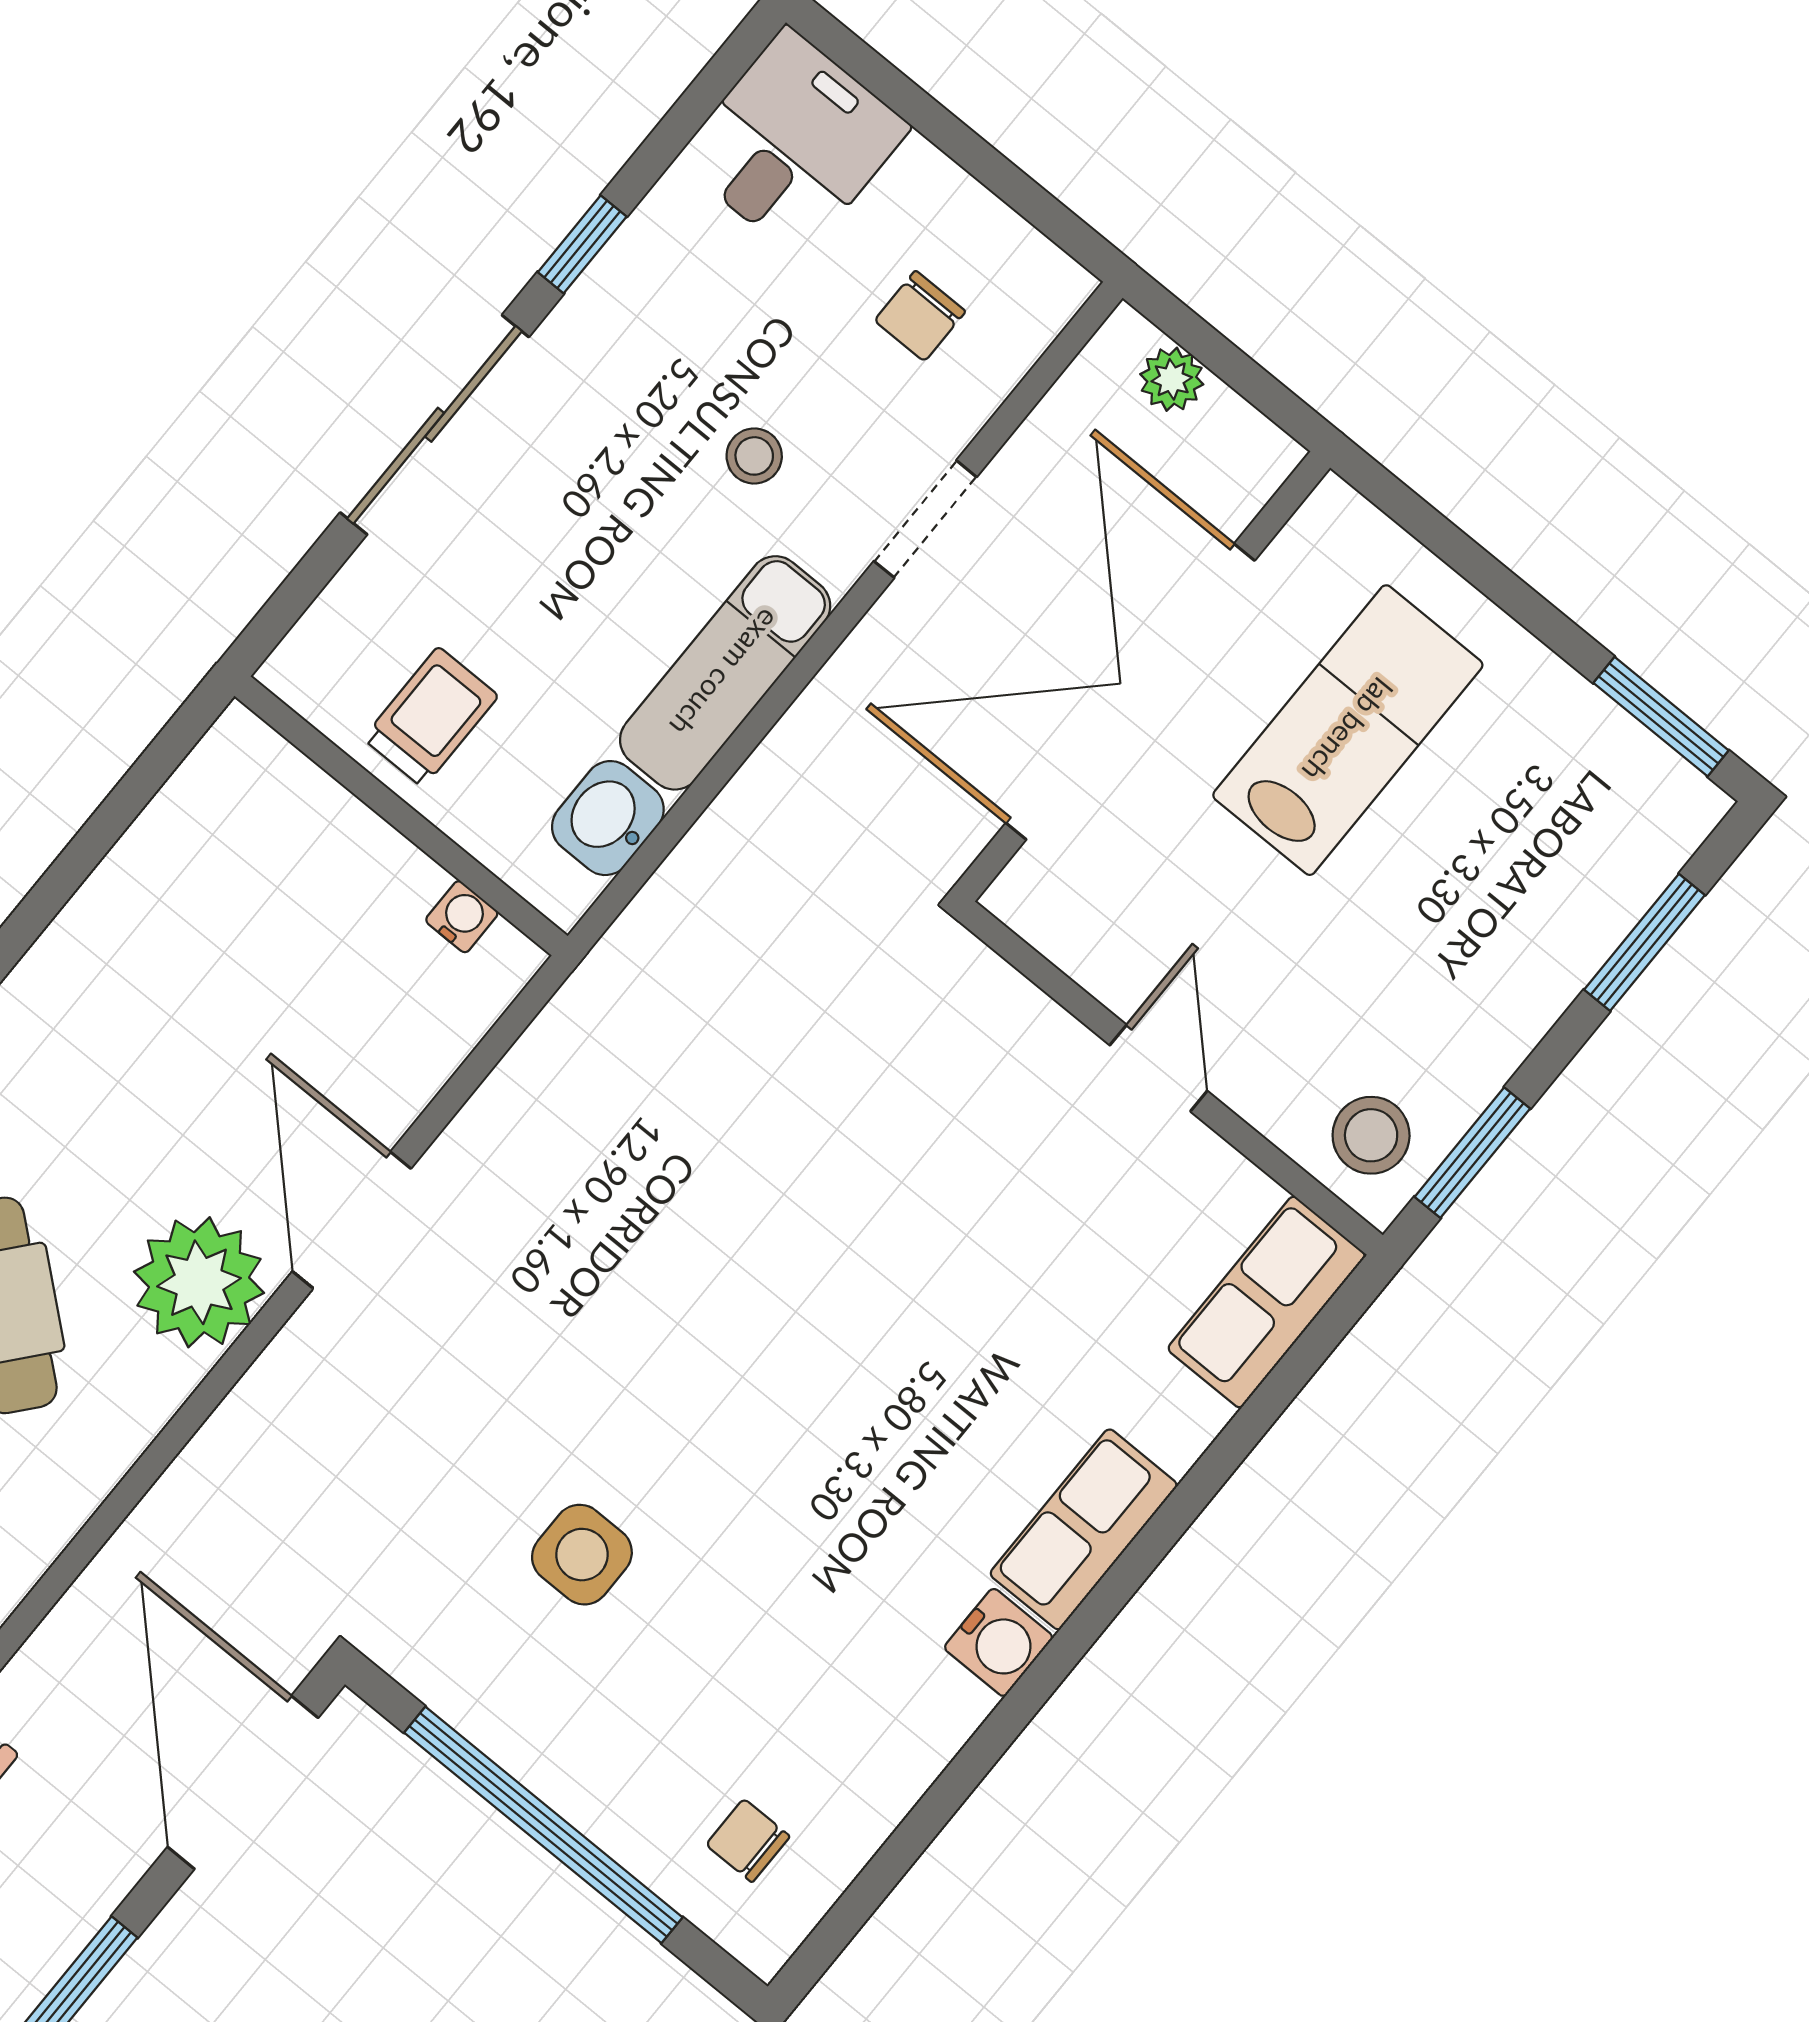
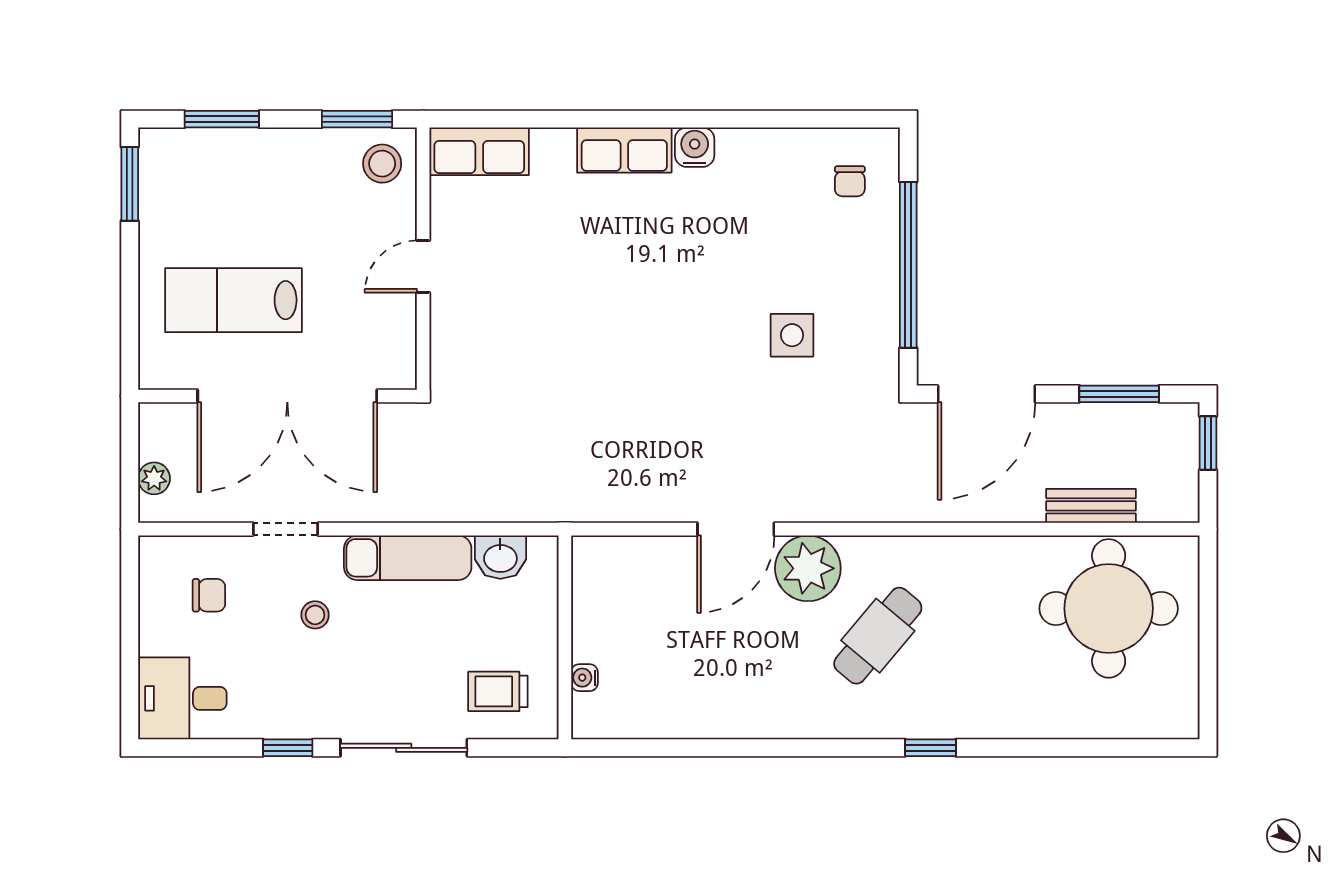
trolley: (431, 717) -> (498, 691), moved
water cooler: (462, 917) -> (584, 678), moved

